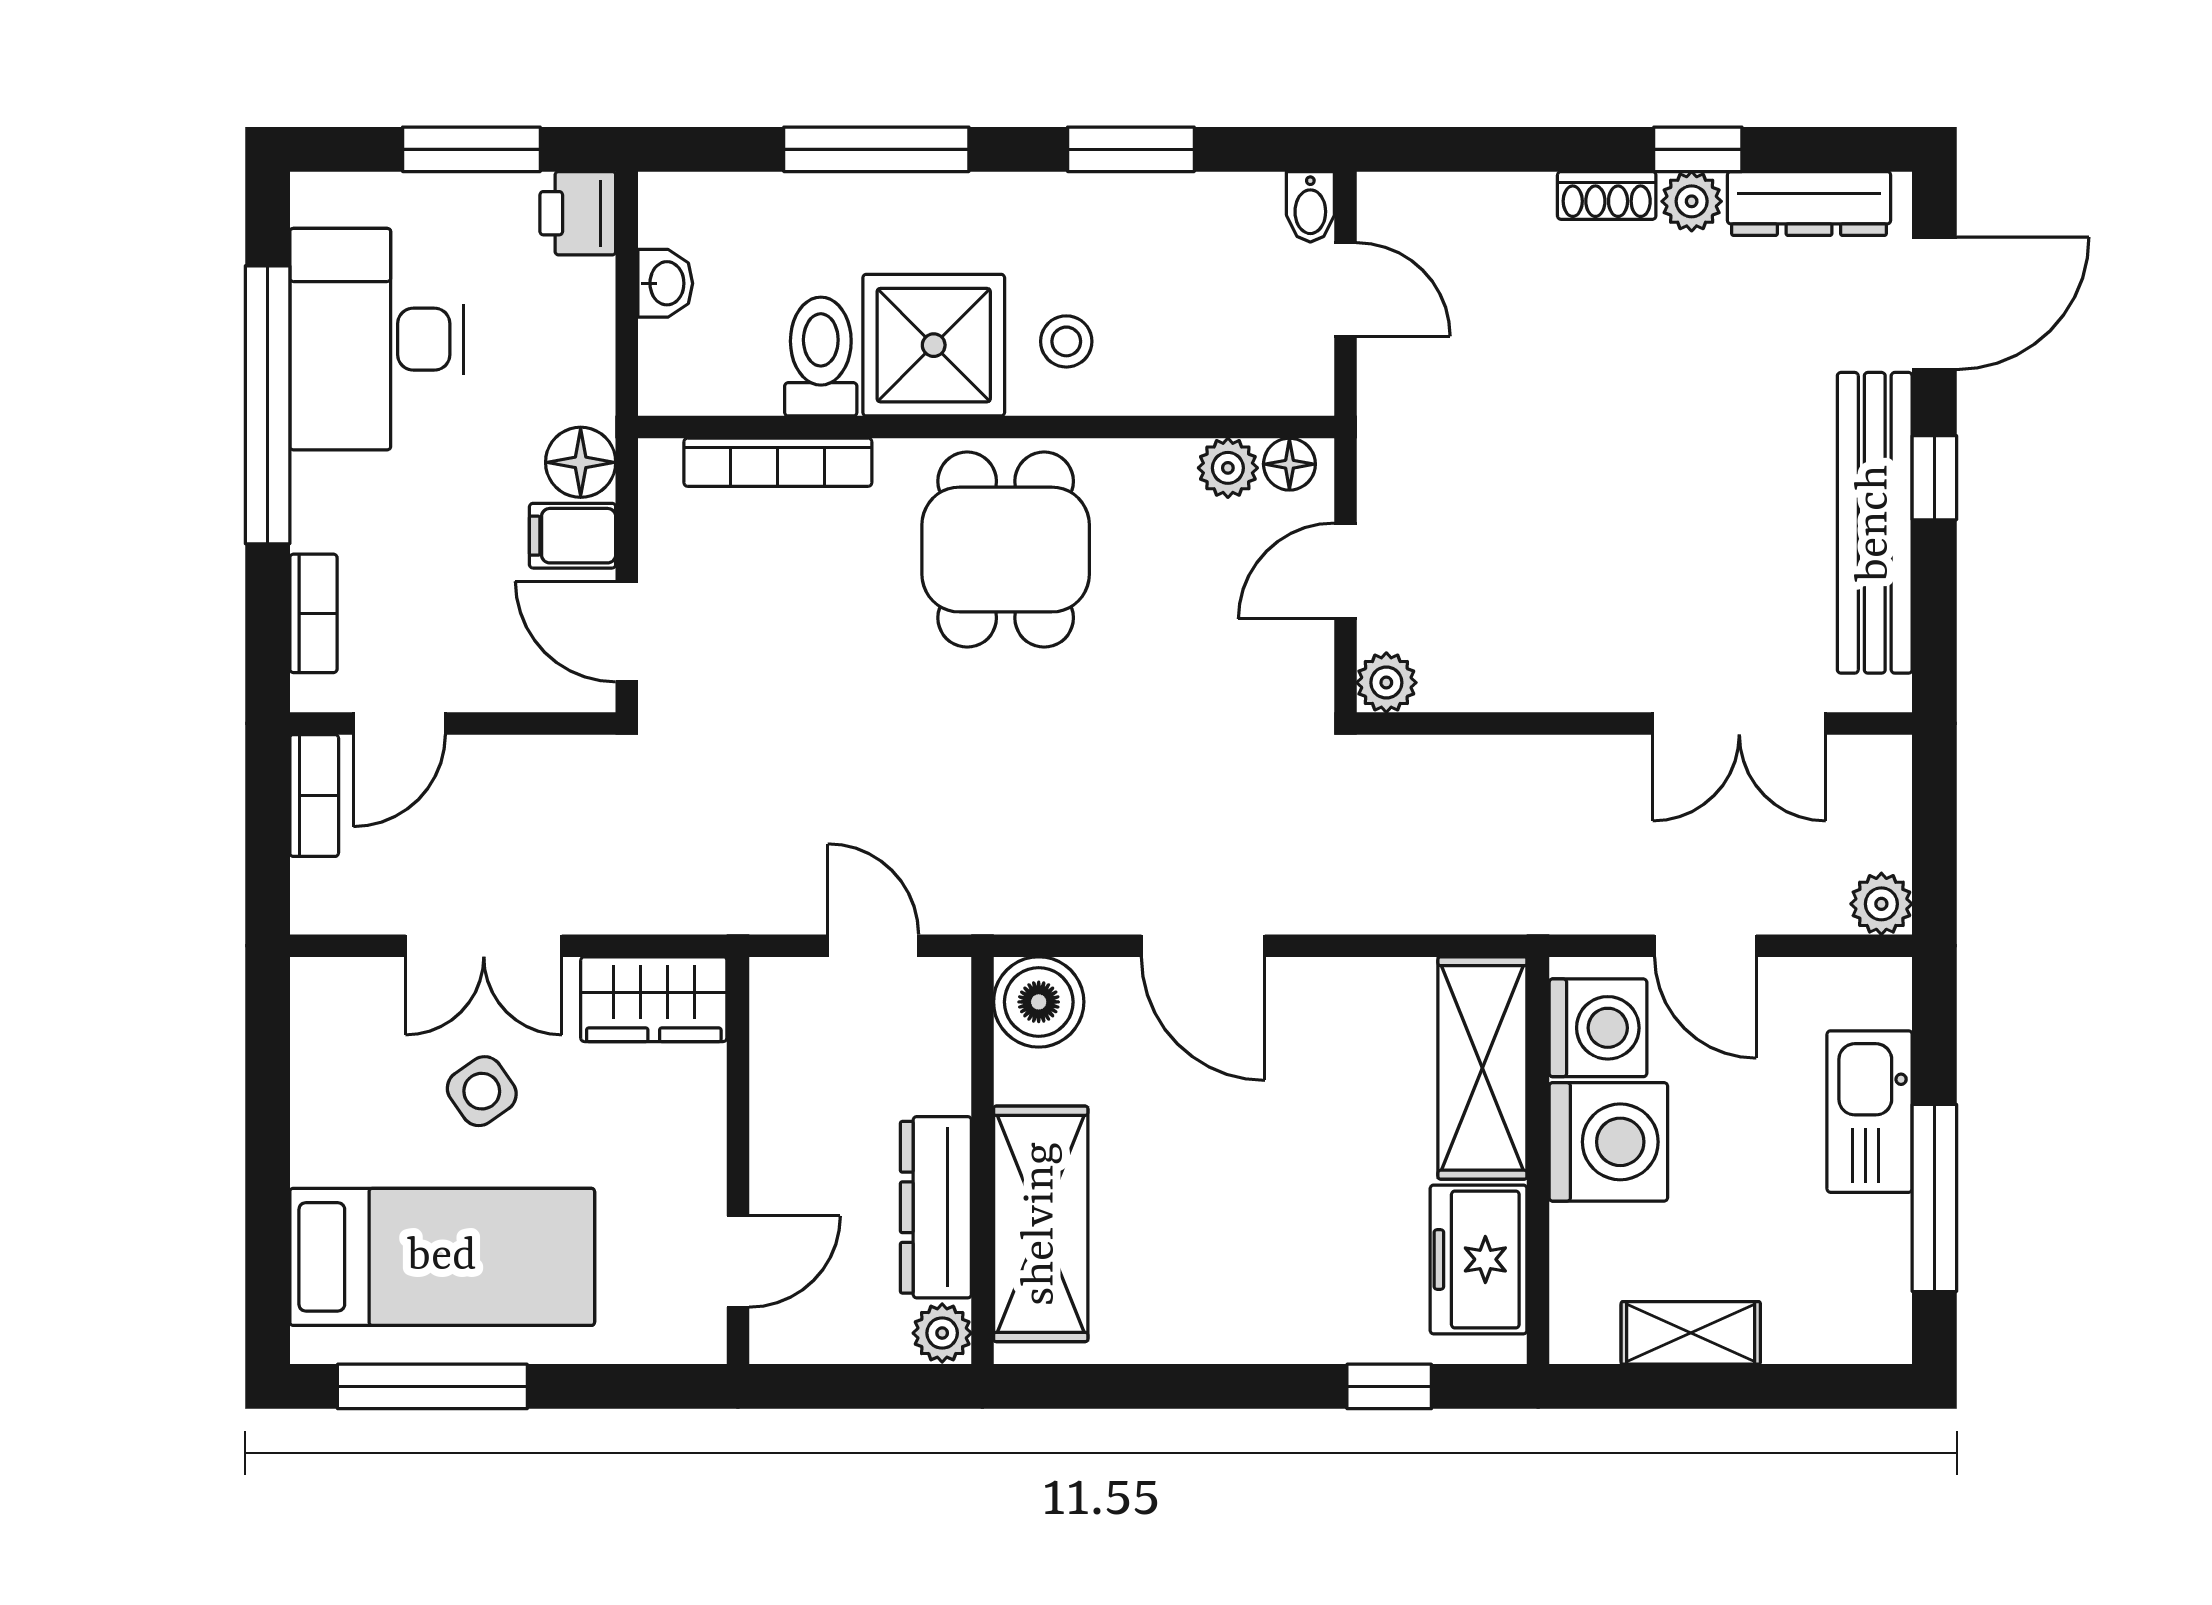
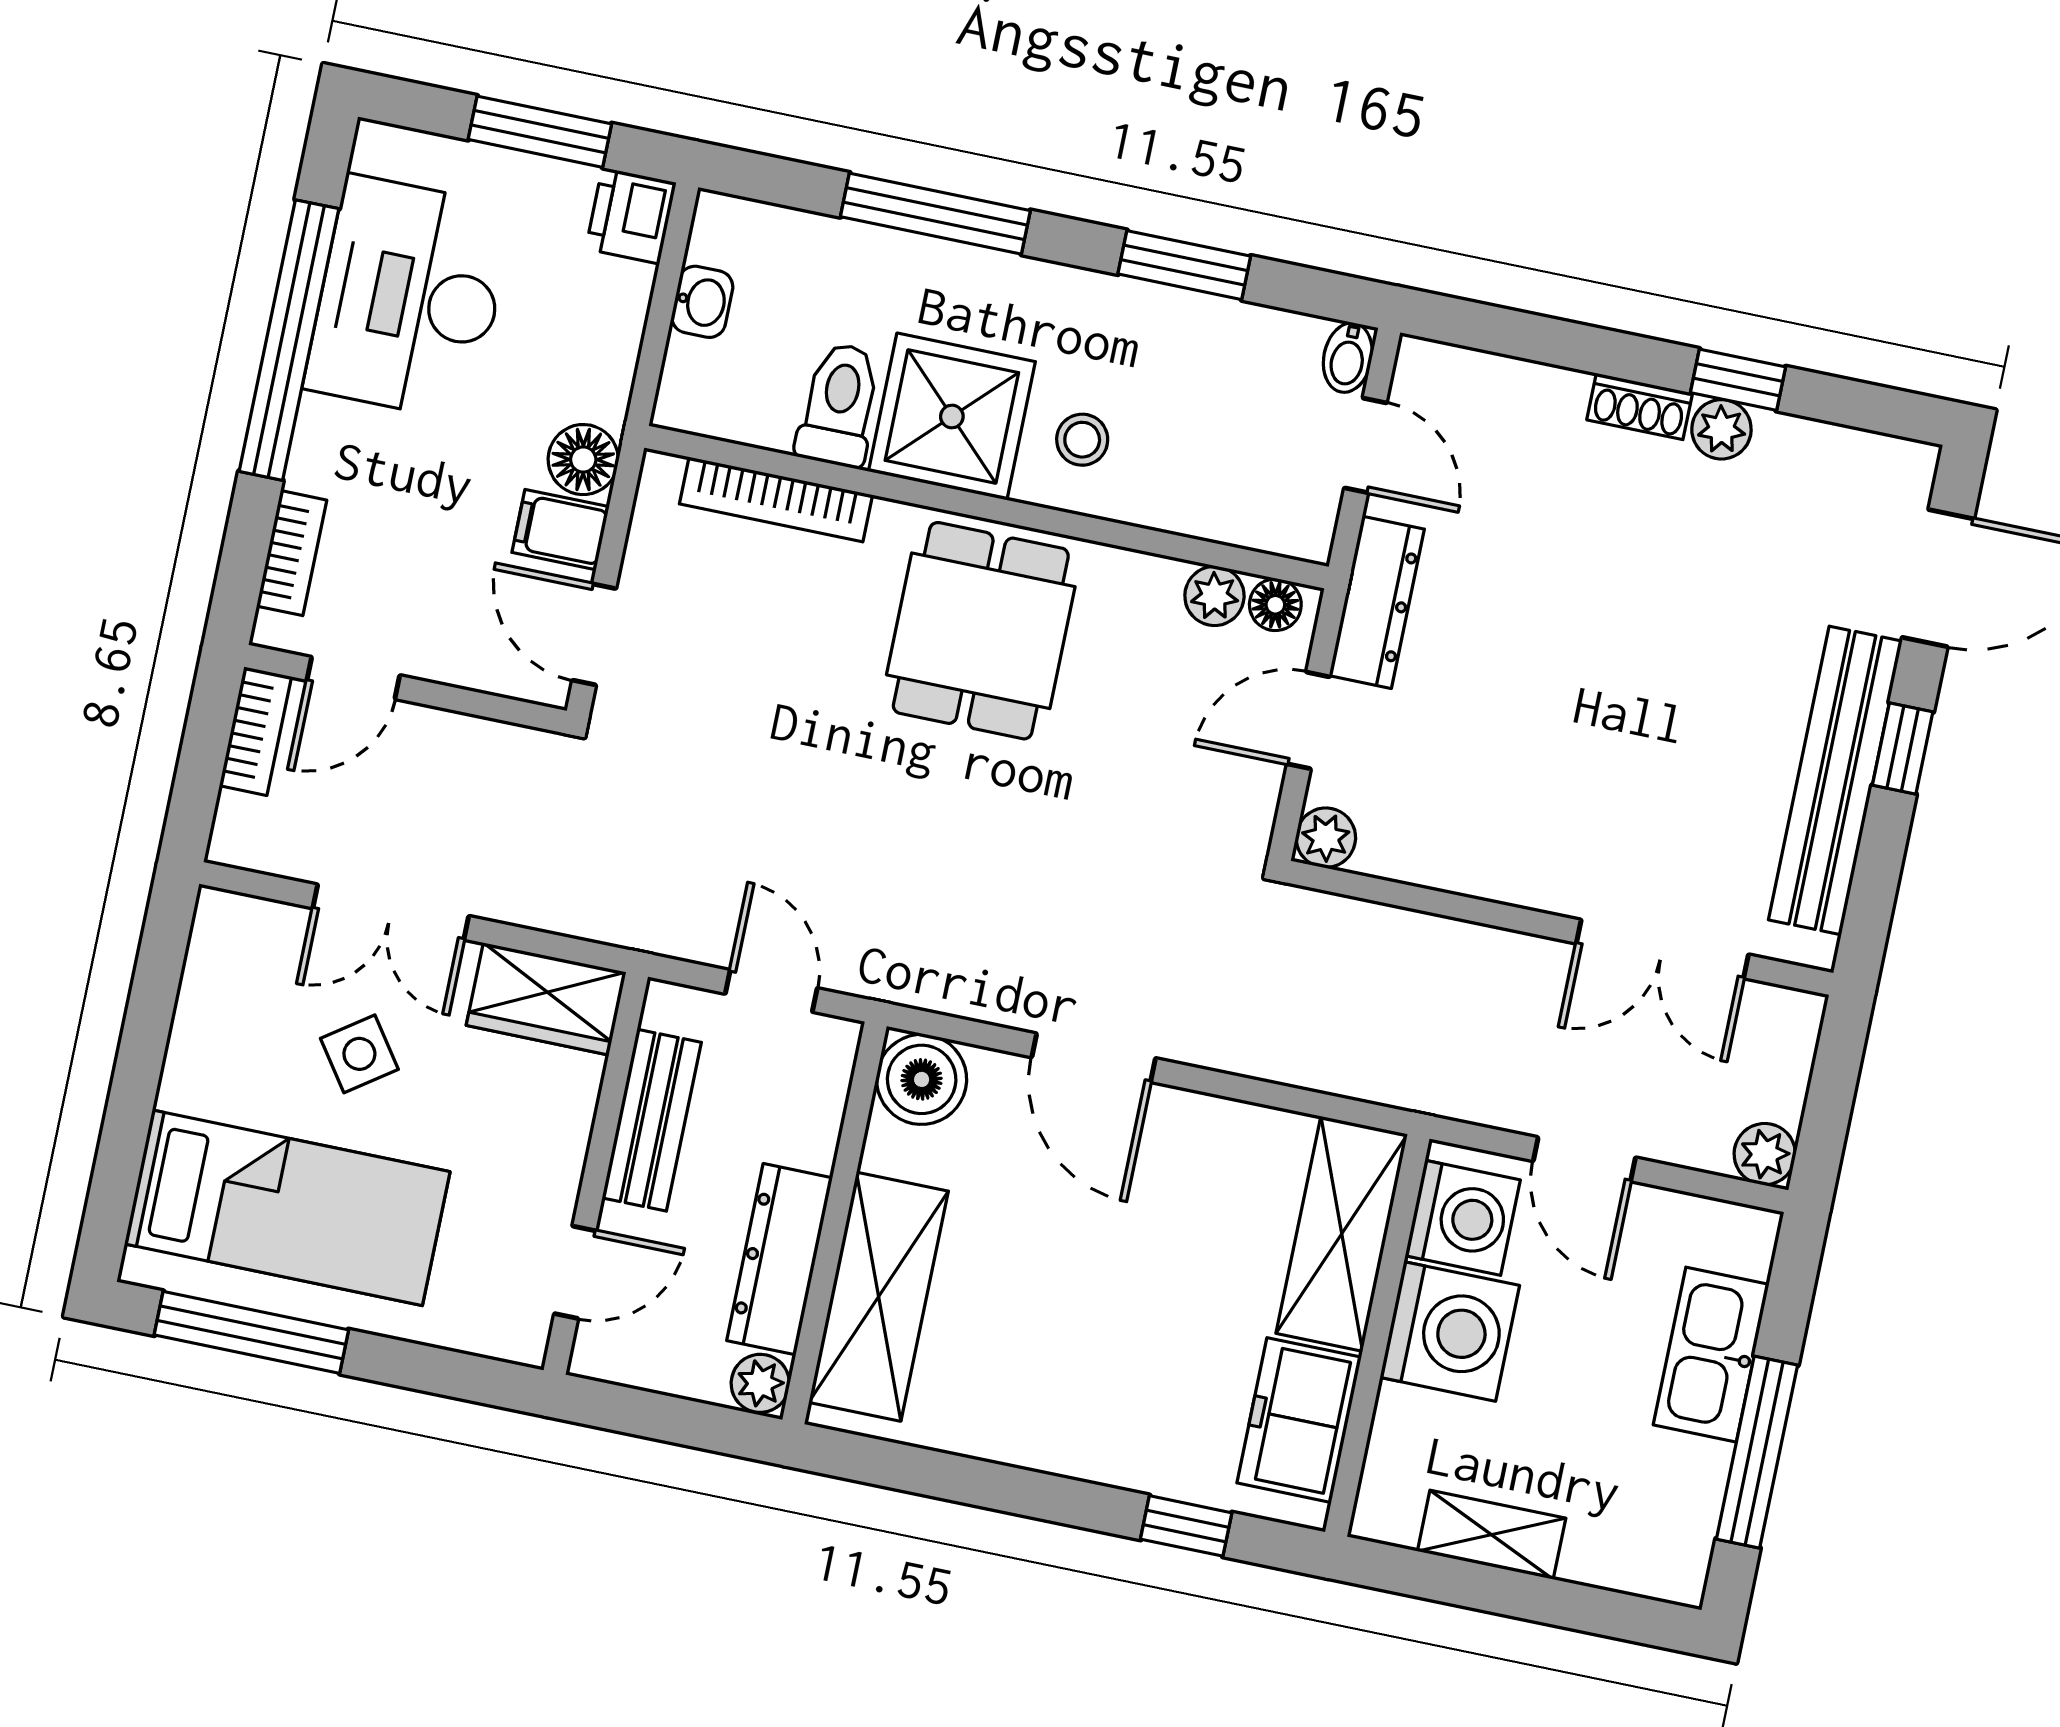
dresser: (1809, 203) -> (1377, 602), moved, turned -90
bench: (782, 1097) -> (652, 1120), added

